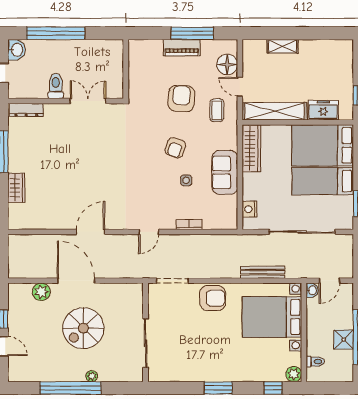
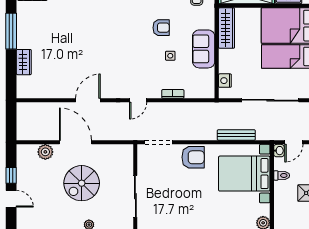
armchair: (175, 148) -> (161, 28), turned -108
toilet: (315, 362) -> (282, 175), moved

